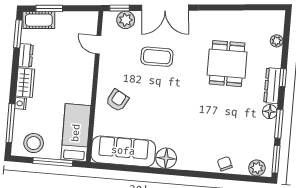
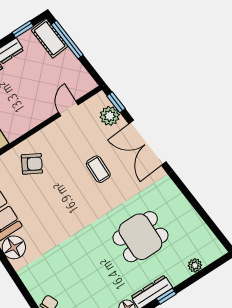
window: (49, 8) -> (67, 40), width x1.44
window: (18, 34) -> (23, 29), width x0.67
coffee table: (157, 57) -> (98, 169), width x0.73, depth x0.77

